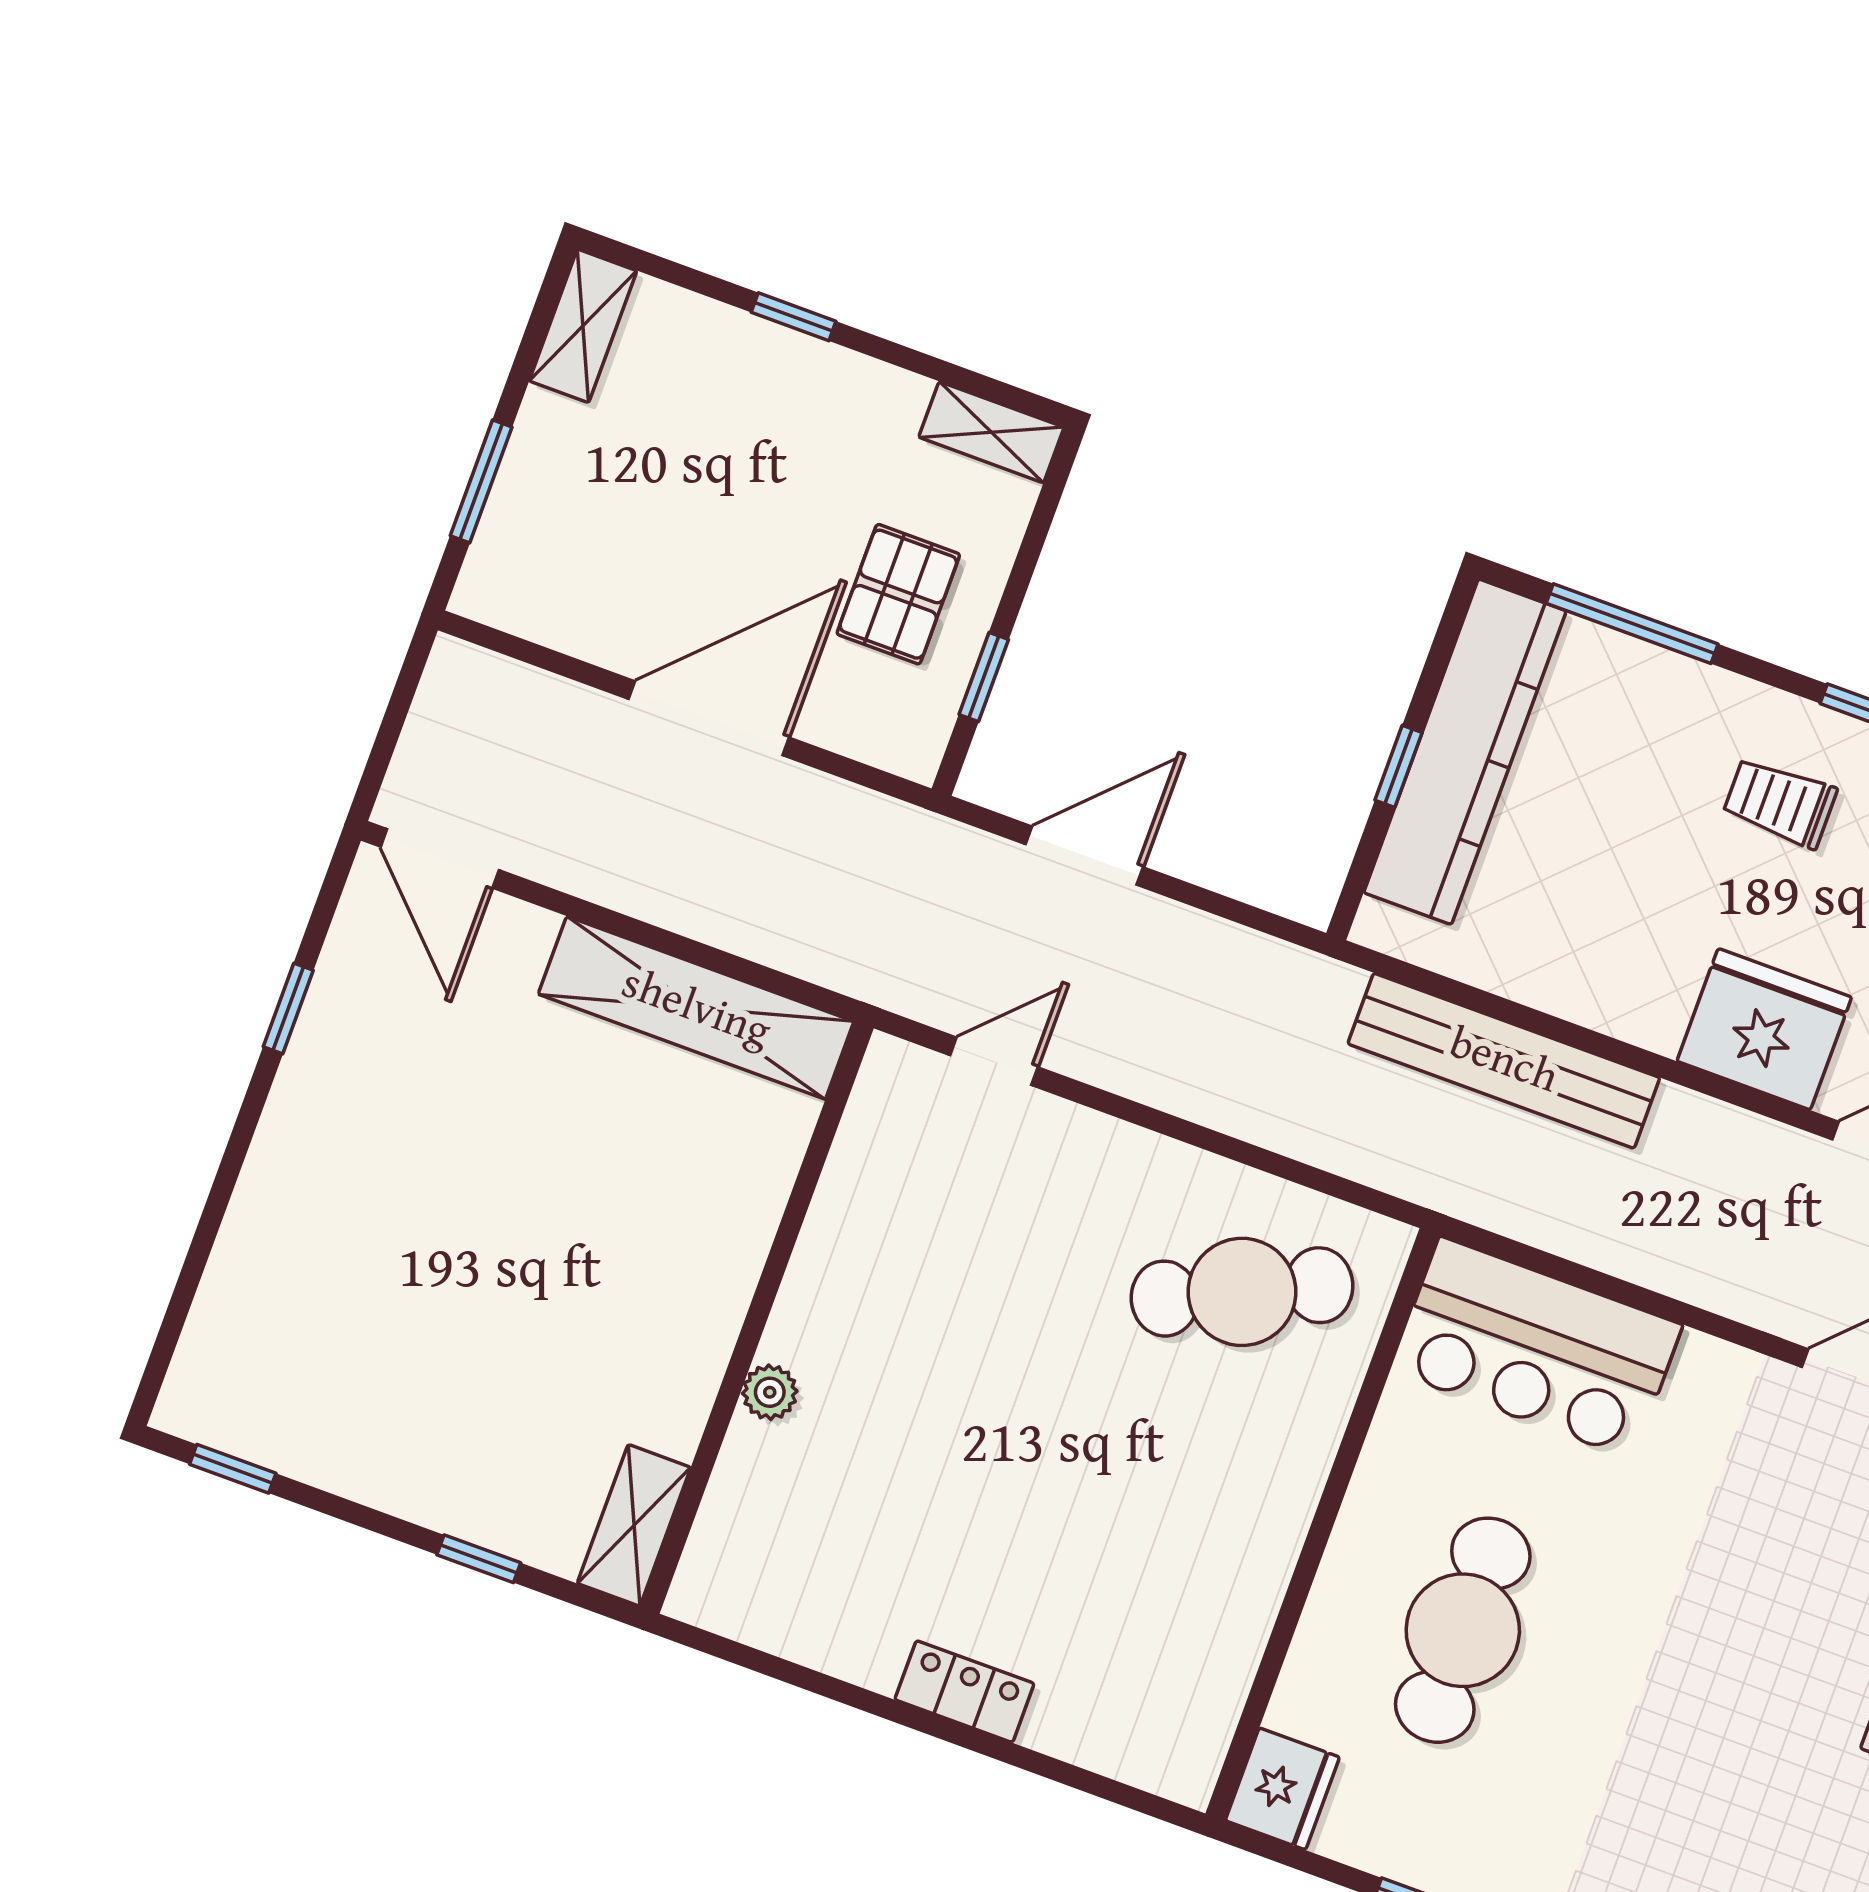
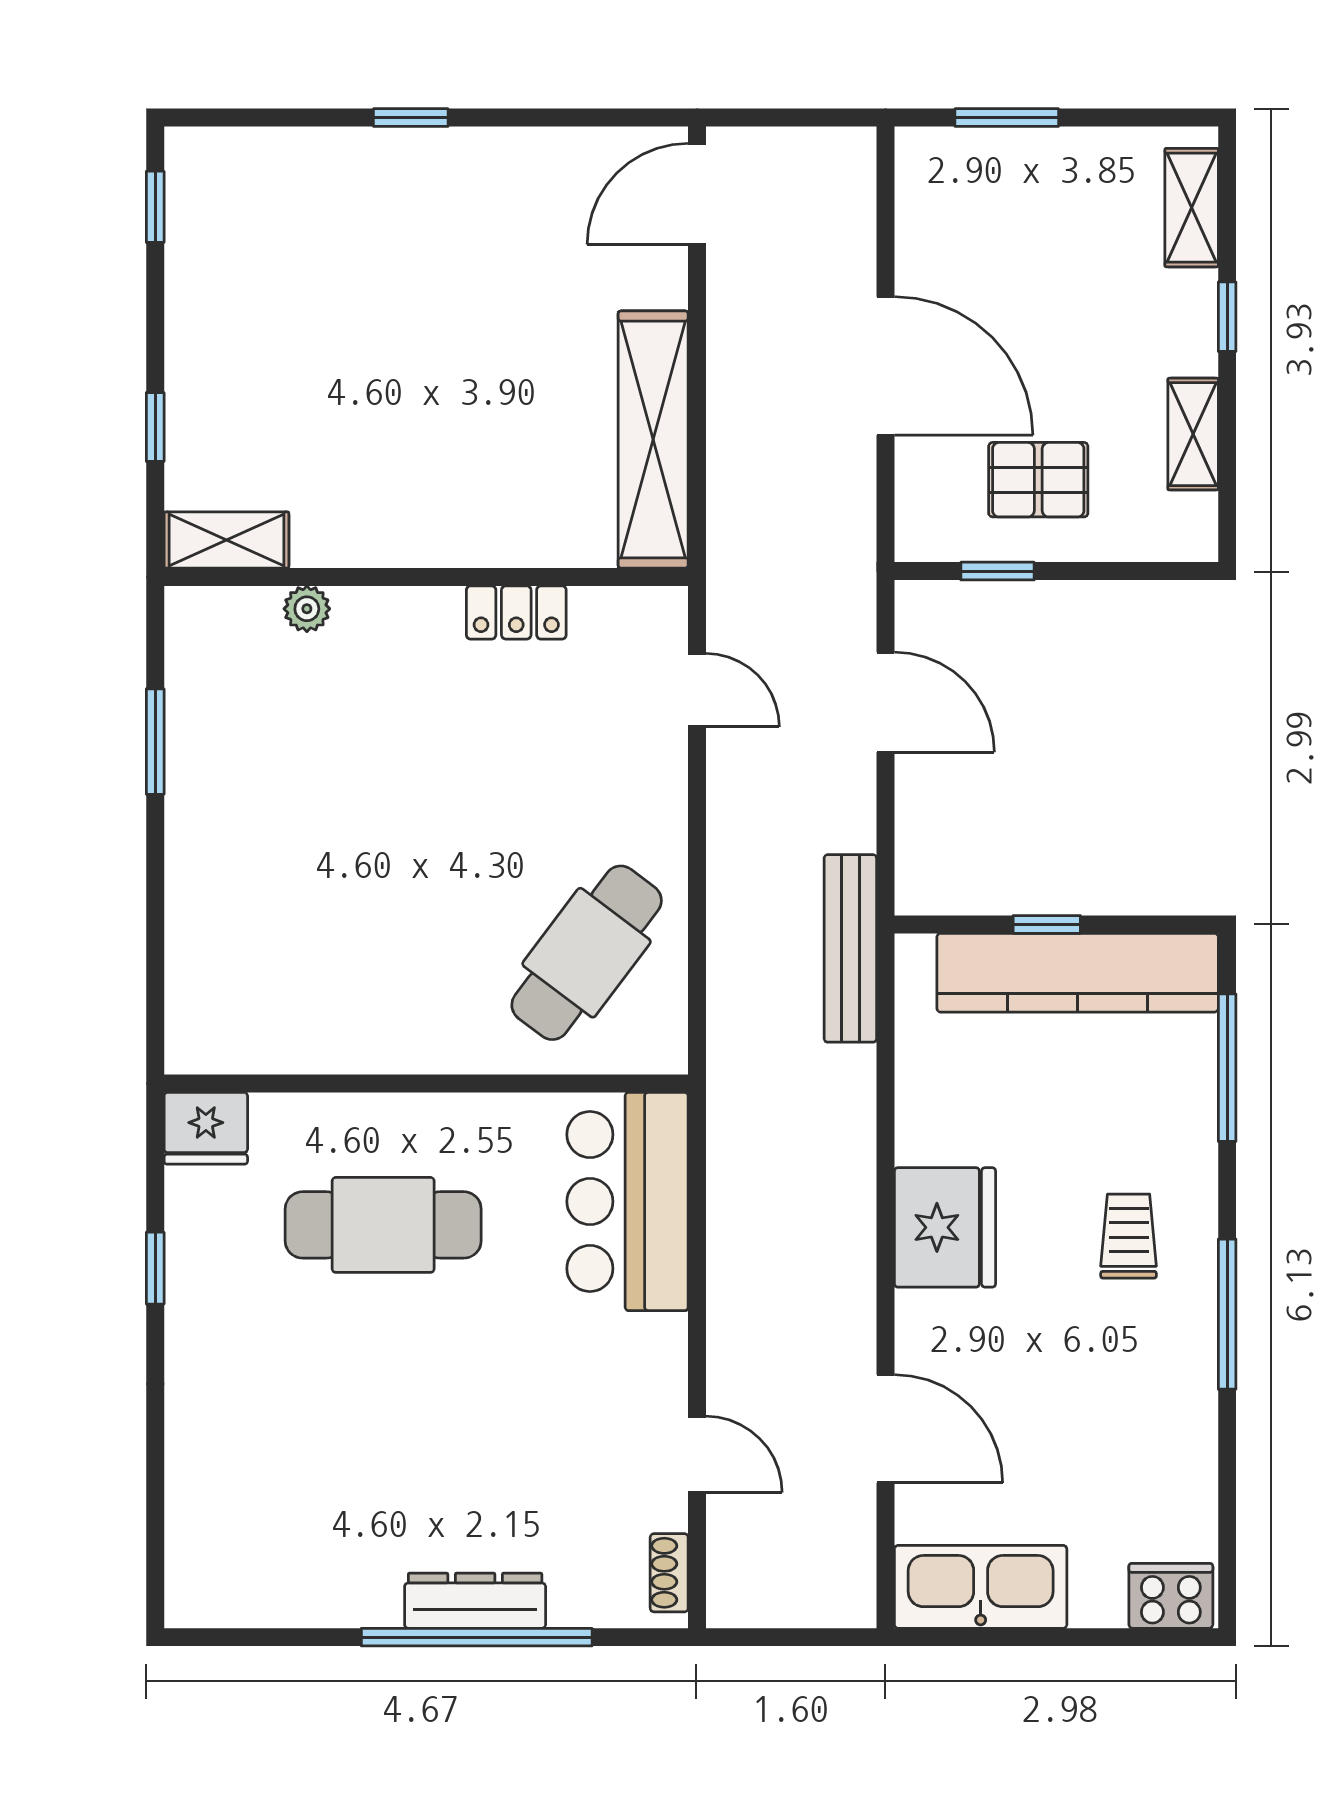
shelving: (583, 326) -> (1192, 208), moved, turned 90
shelving: (991, 432) -> (1193, 434), moved
window: (288, 1009) -> (411, 118), moved
fridge: (1764, 1029) -> (945, 1227), moved
bench: (1504, 1061) -> (850, 948), moved, width x0.73, depth x0.82
cafe table: (1242, 1292) -> (587, 953), turned 62
plant: (770, 1392) -> (307, 609), moved
window: (830, 1687) -> (155, 742), added
locker: (964, 1692) -> (516, 612), moved, turned 90

